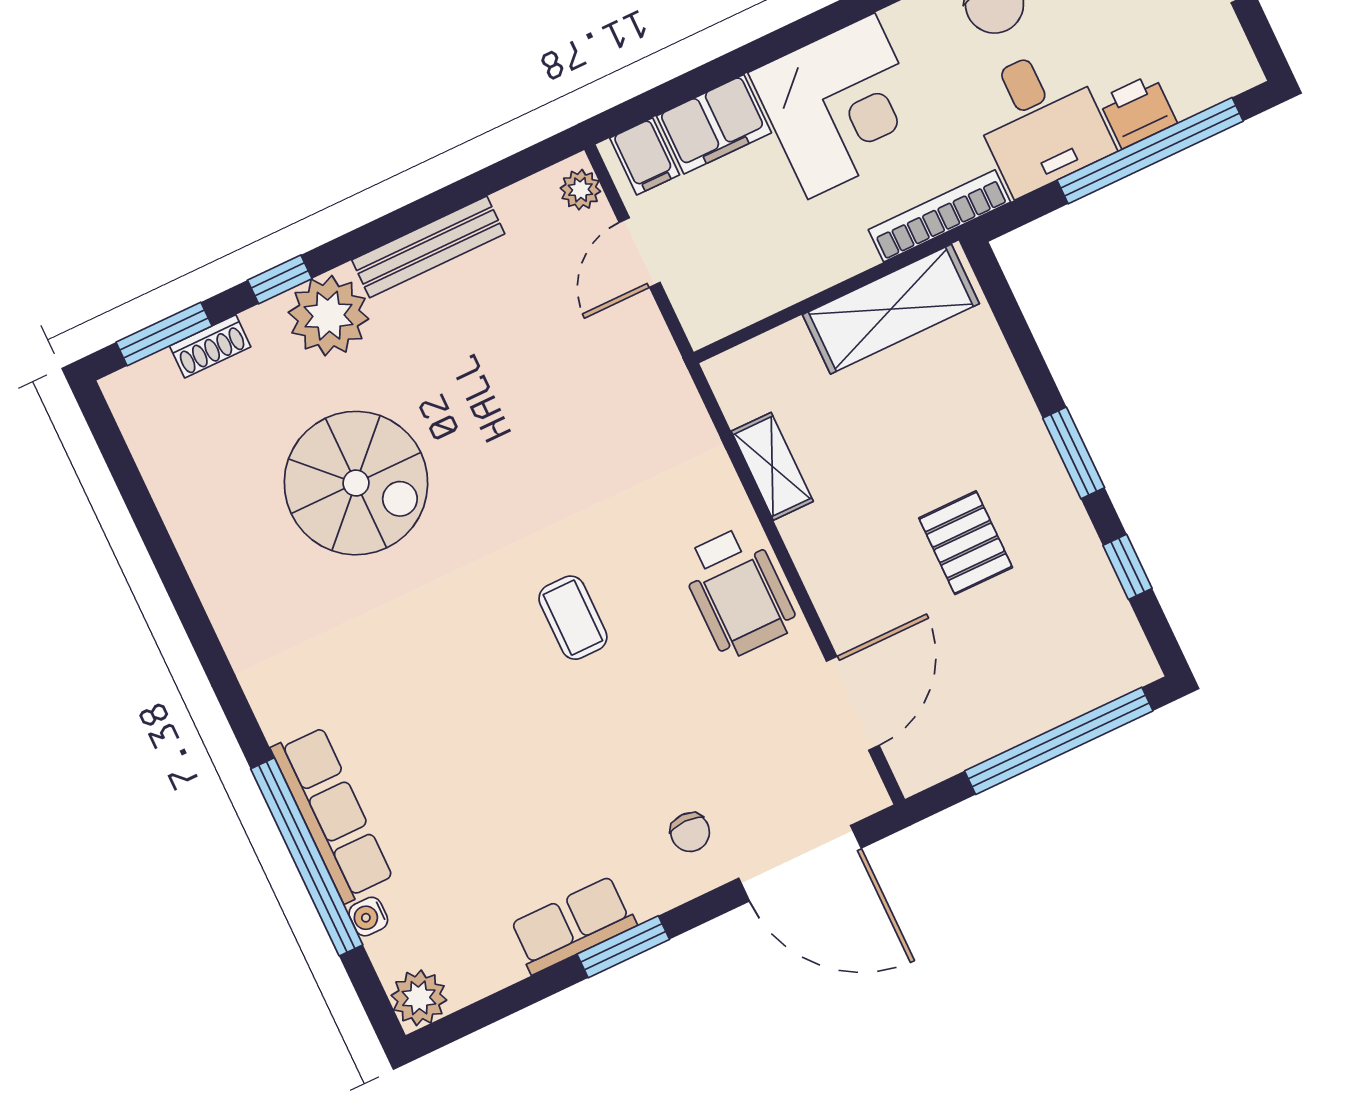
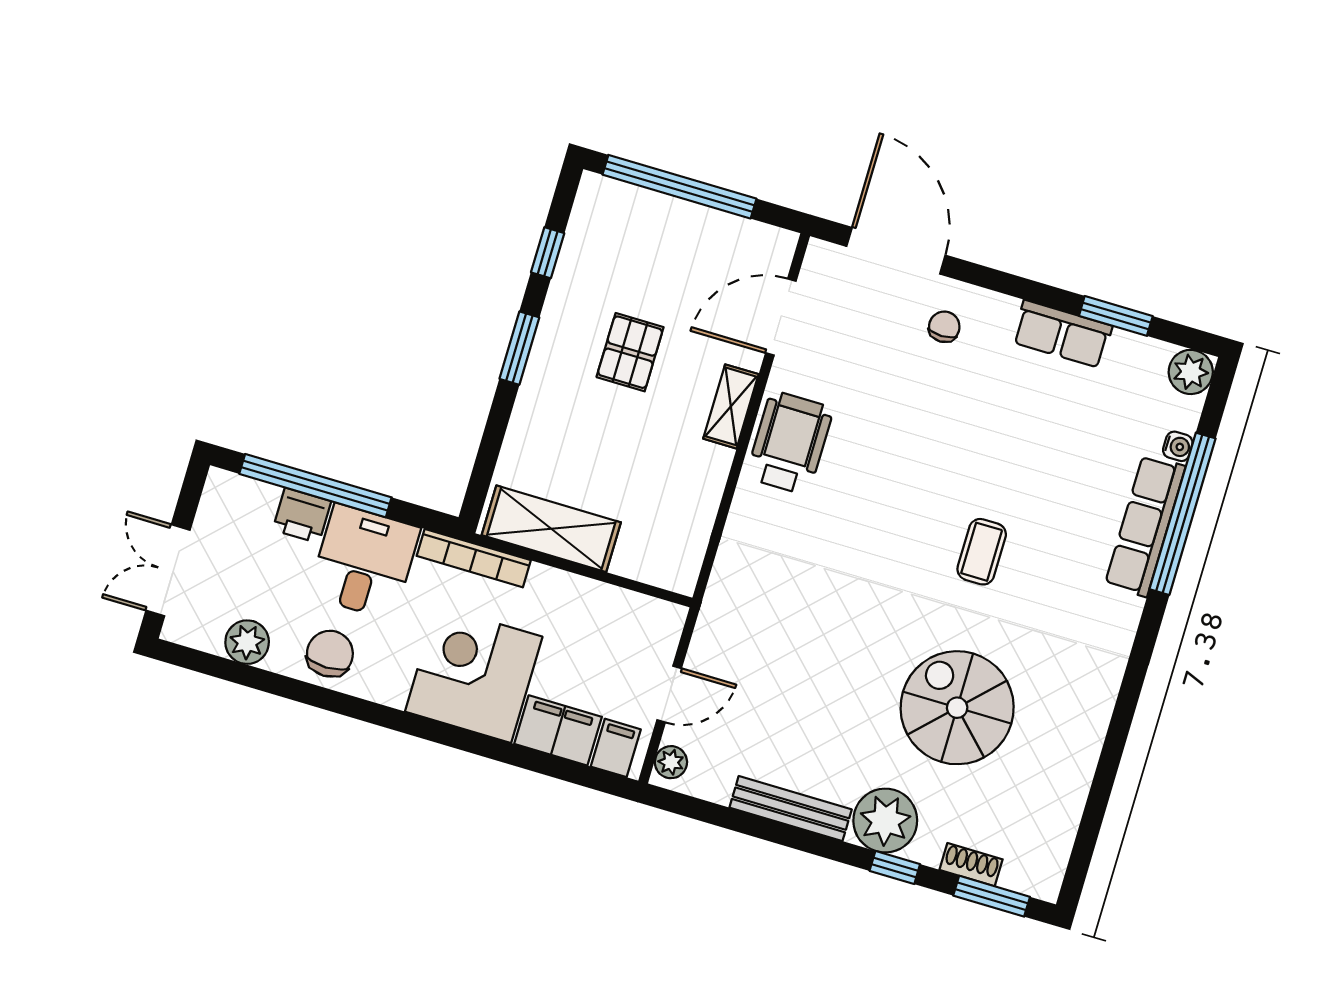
shelving: (772, 466) -> (731, 406), moved
coffee table: (573, 618) -> (982, 552), moved
window: (623, 947) -> (1116, 316), moved

